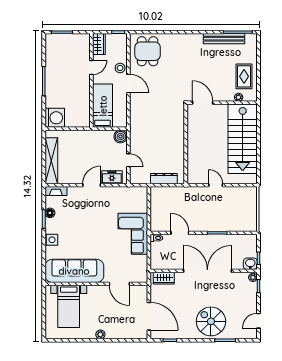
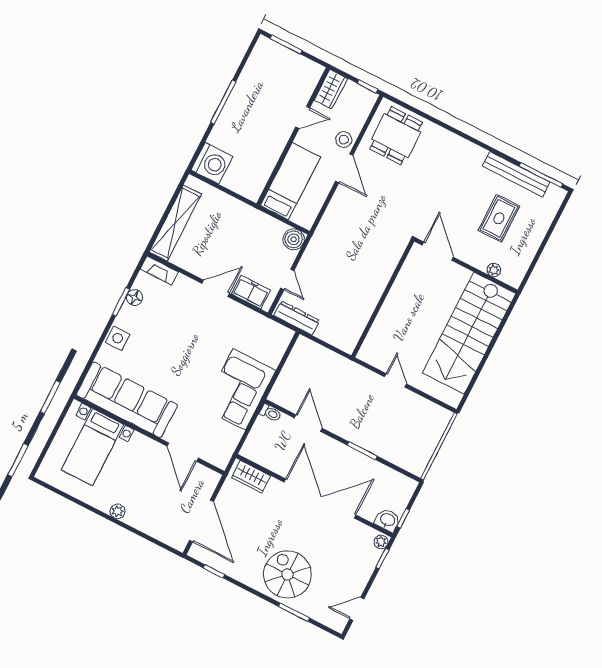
rug: (244, 76) -> (499, 218), moved
dresser: (164, 179) -> (297, 318), moved

